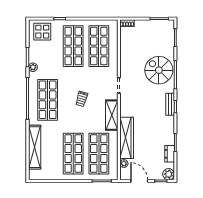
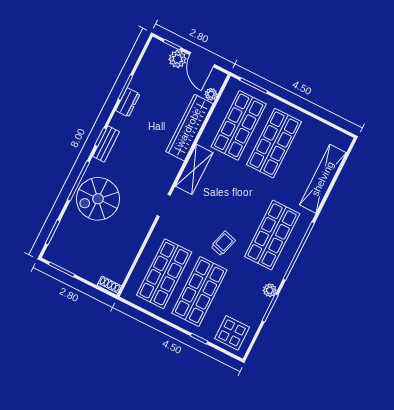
spiral stairs: (159, 70) -> (98, 199), turned 90
trolley: (82, 99) -> (223, 243), moved
dresser: (170, 154) -> (128, 102), moved
plant: (169, 174) -> (178, 59), moved

